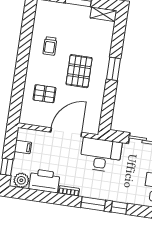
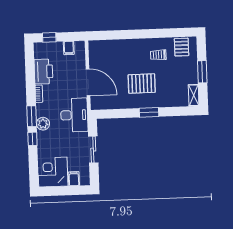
pallet: (44, 94) -> (182, 47), moved
plant: (21, 180) -> (43, 124), moved

